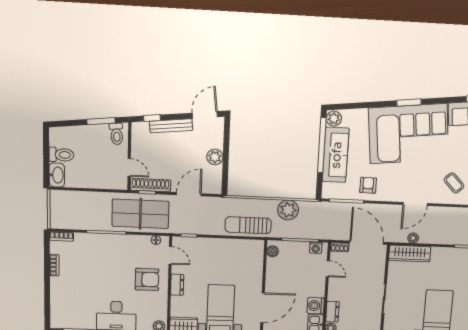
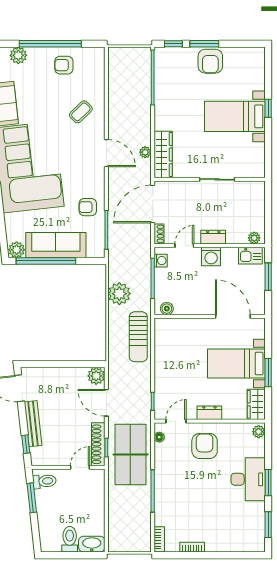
plant: (215, 157) -> (96, 376), moved
washing machine: (316, 306) -> (211, 256), moved
dresser: (332, 312) -> (213, 237), moved

